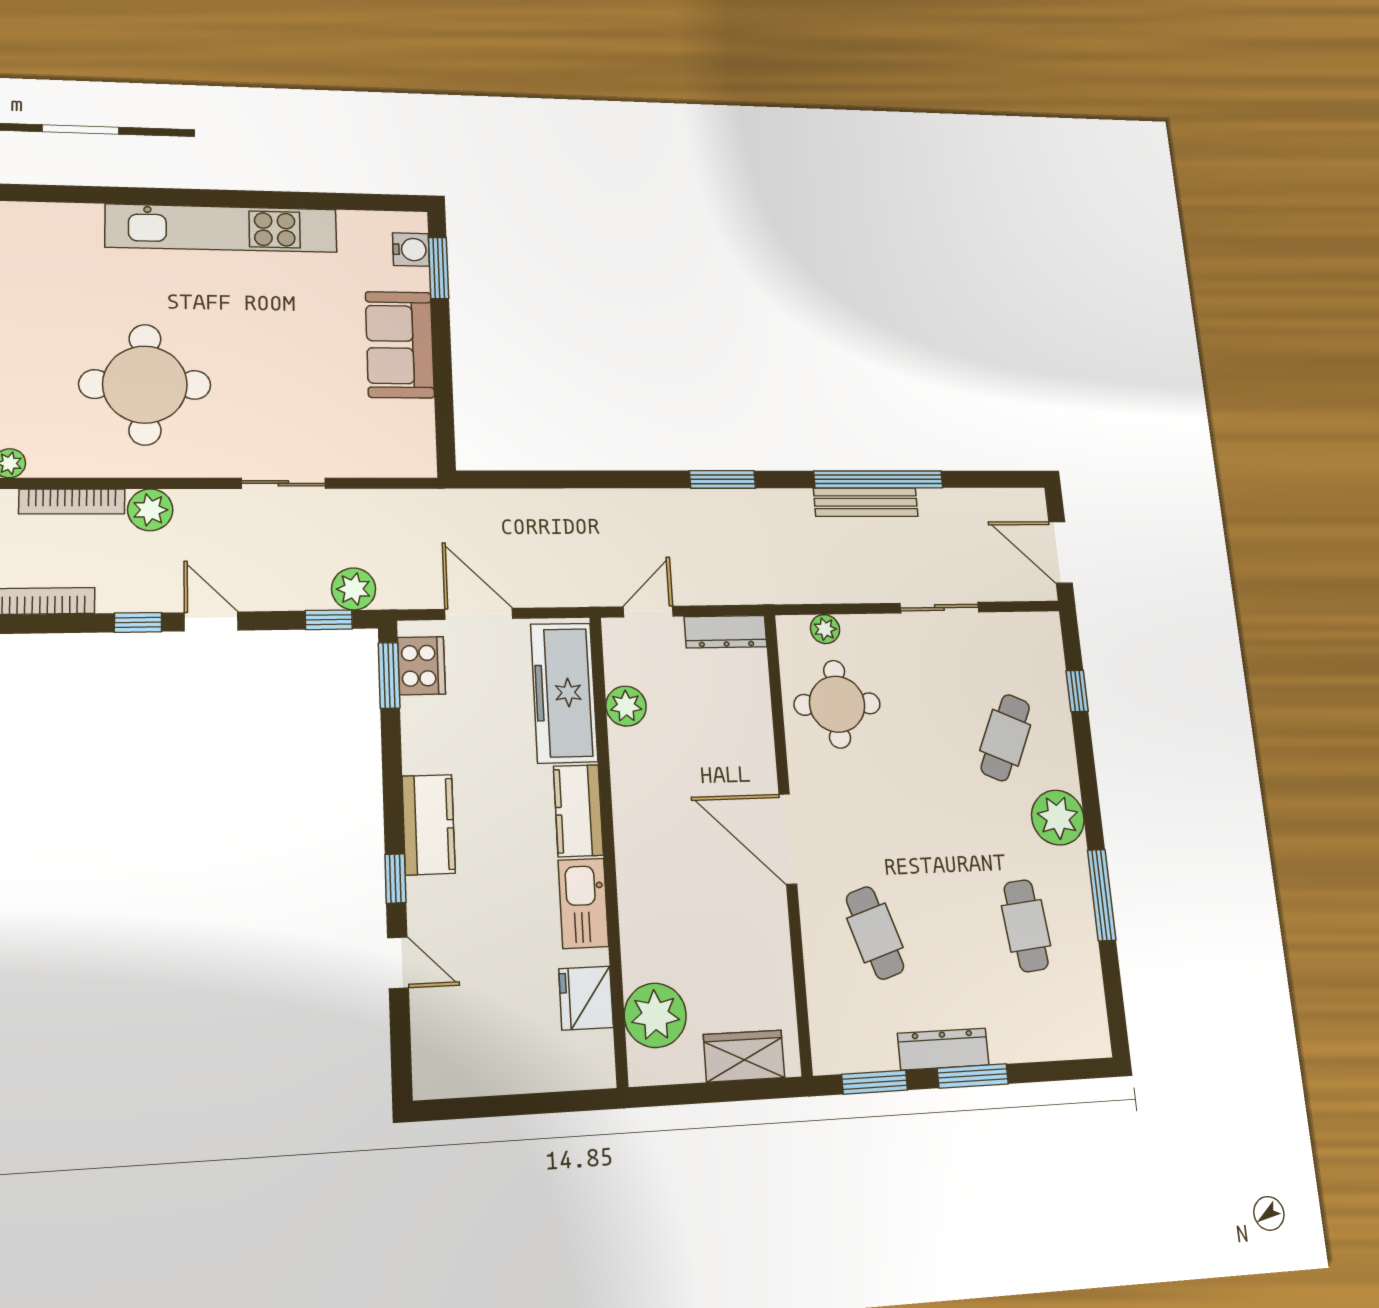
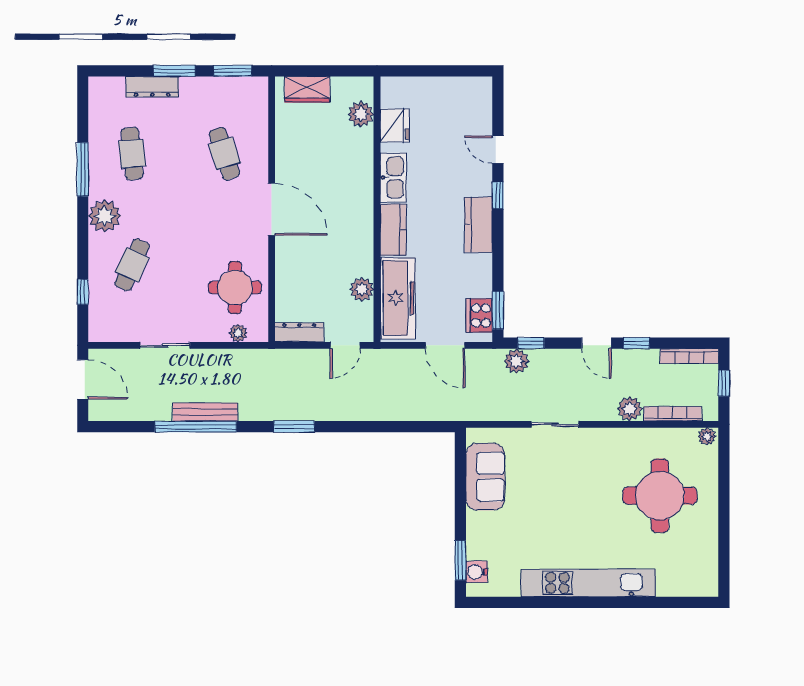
sofa: (400, 345) -> (485, 477), moved
round table: (145, 385) -> (660, 496), moved
plant: (655, 1015) -> (361, 114), width x0.73, depth x0.73
dresser: (943, 1049) -> (152, 87), moved

